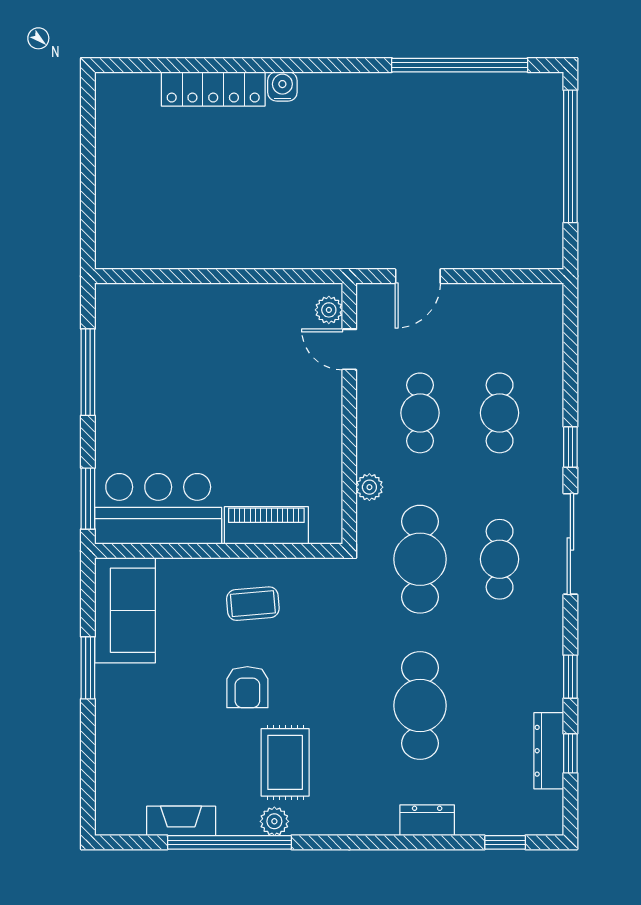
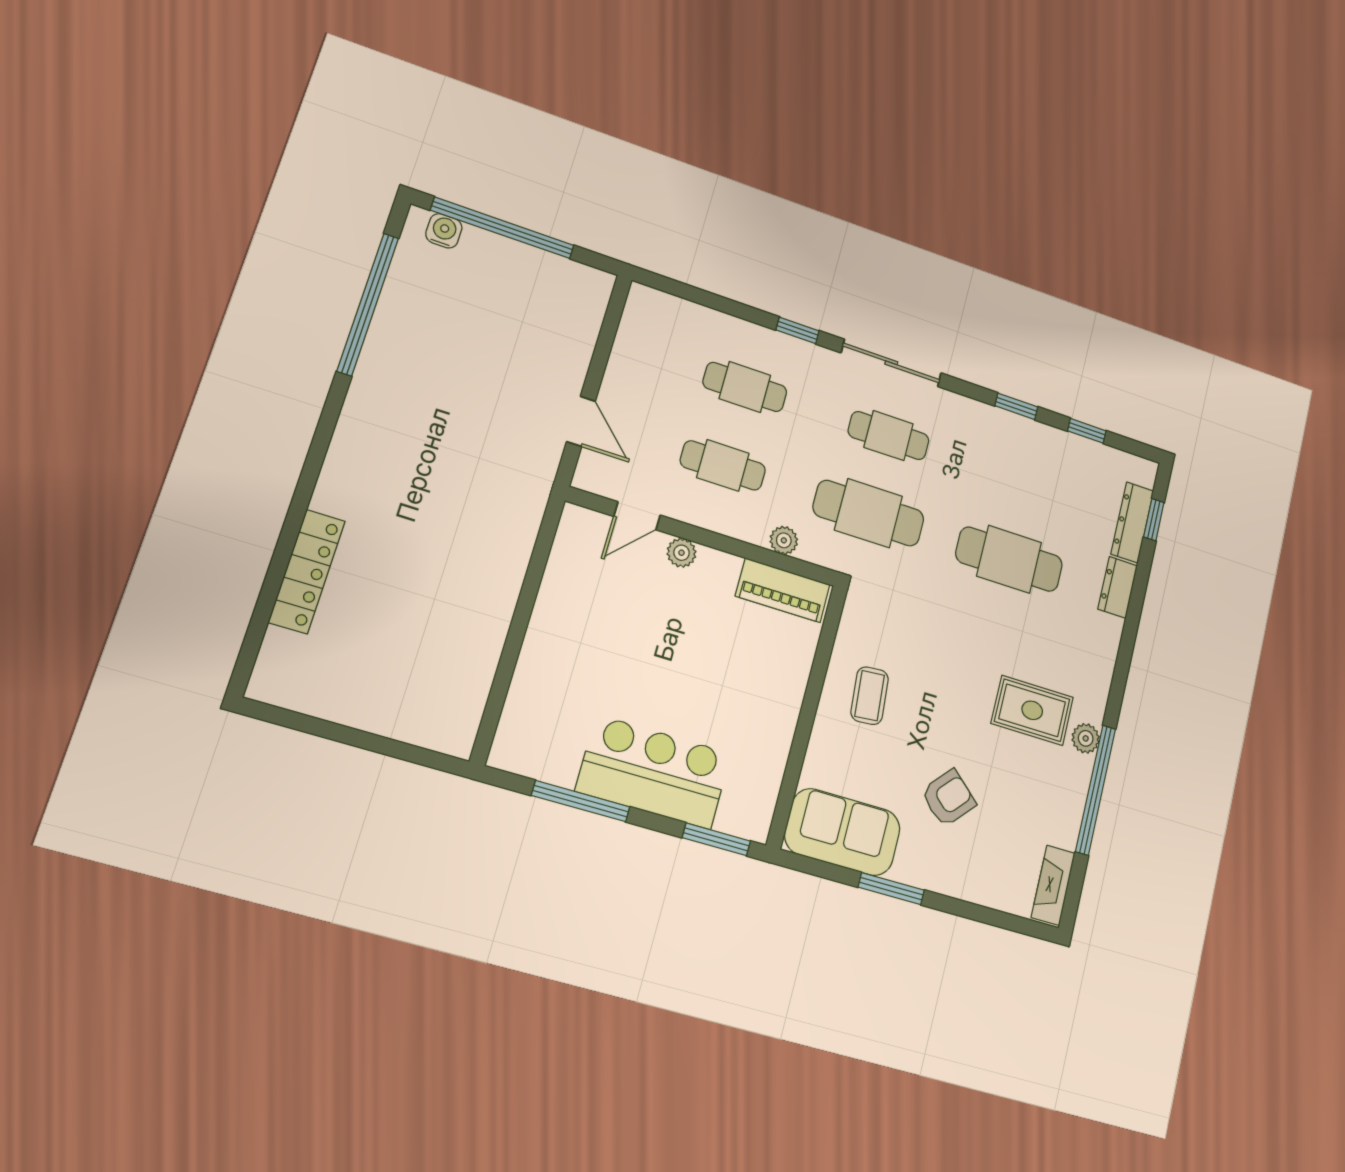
water cooler: (282, 86) -> (444, 231), moved, turned 90
plant: (329, 310) -> (682, 553), moved
bar counter: (158, 509) -> (654, 772), moved, turned 90
piano: (266, 525) -> (783, 590), moved, turned -90
armchair: (247, 687) -> (948, 798), moved, turned -48
dresser: (549, 751) -> (1132, 522), moved, turned 90
fireplace: (181, 821) -> (1053, 885), moved

